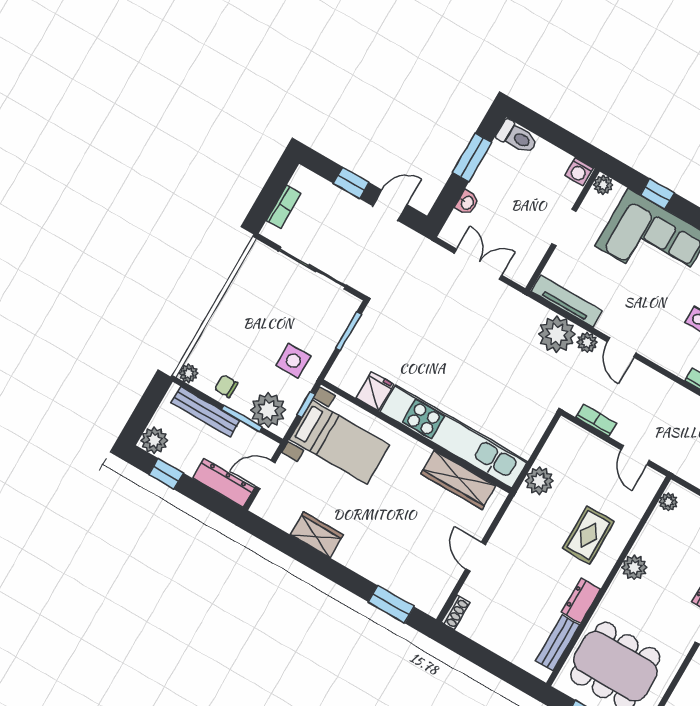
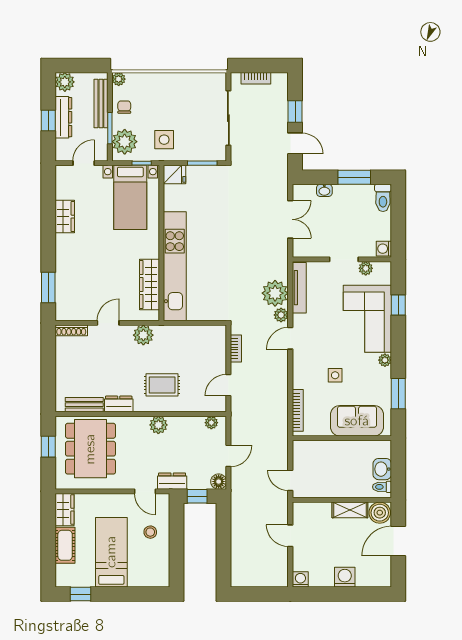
plant: (603, 185) -> (366, 268), moved
fridge: (375, 391) -> (175, 174), moved
window: (166, 474) -> (48, 121), moved
door: (265, 475) -> (84, 163), hinge flipped
plant: (539, 481) -> (143, 335), moved
dresser: (224, 483) -> (63, 117), moved
shoe rack: (456, 612) -> (71, 330), width x1.43

